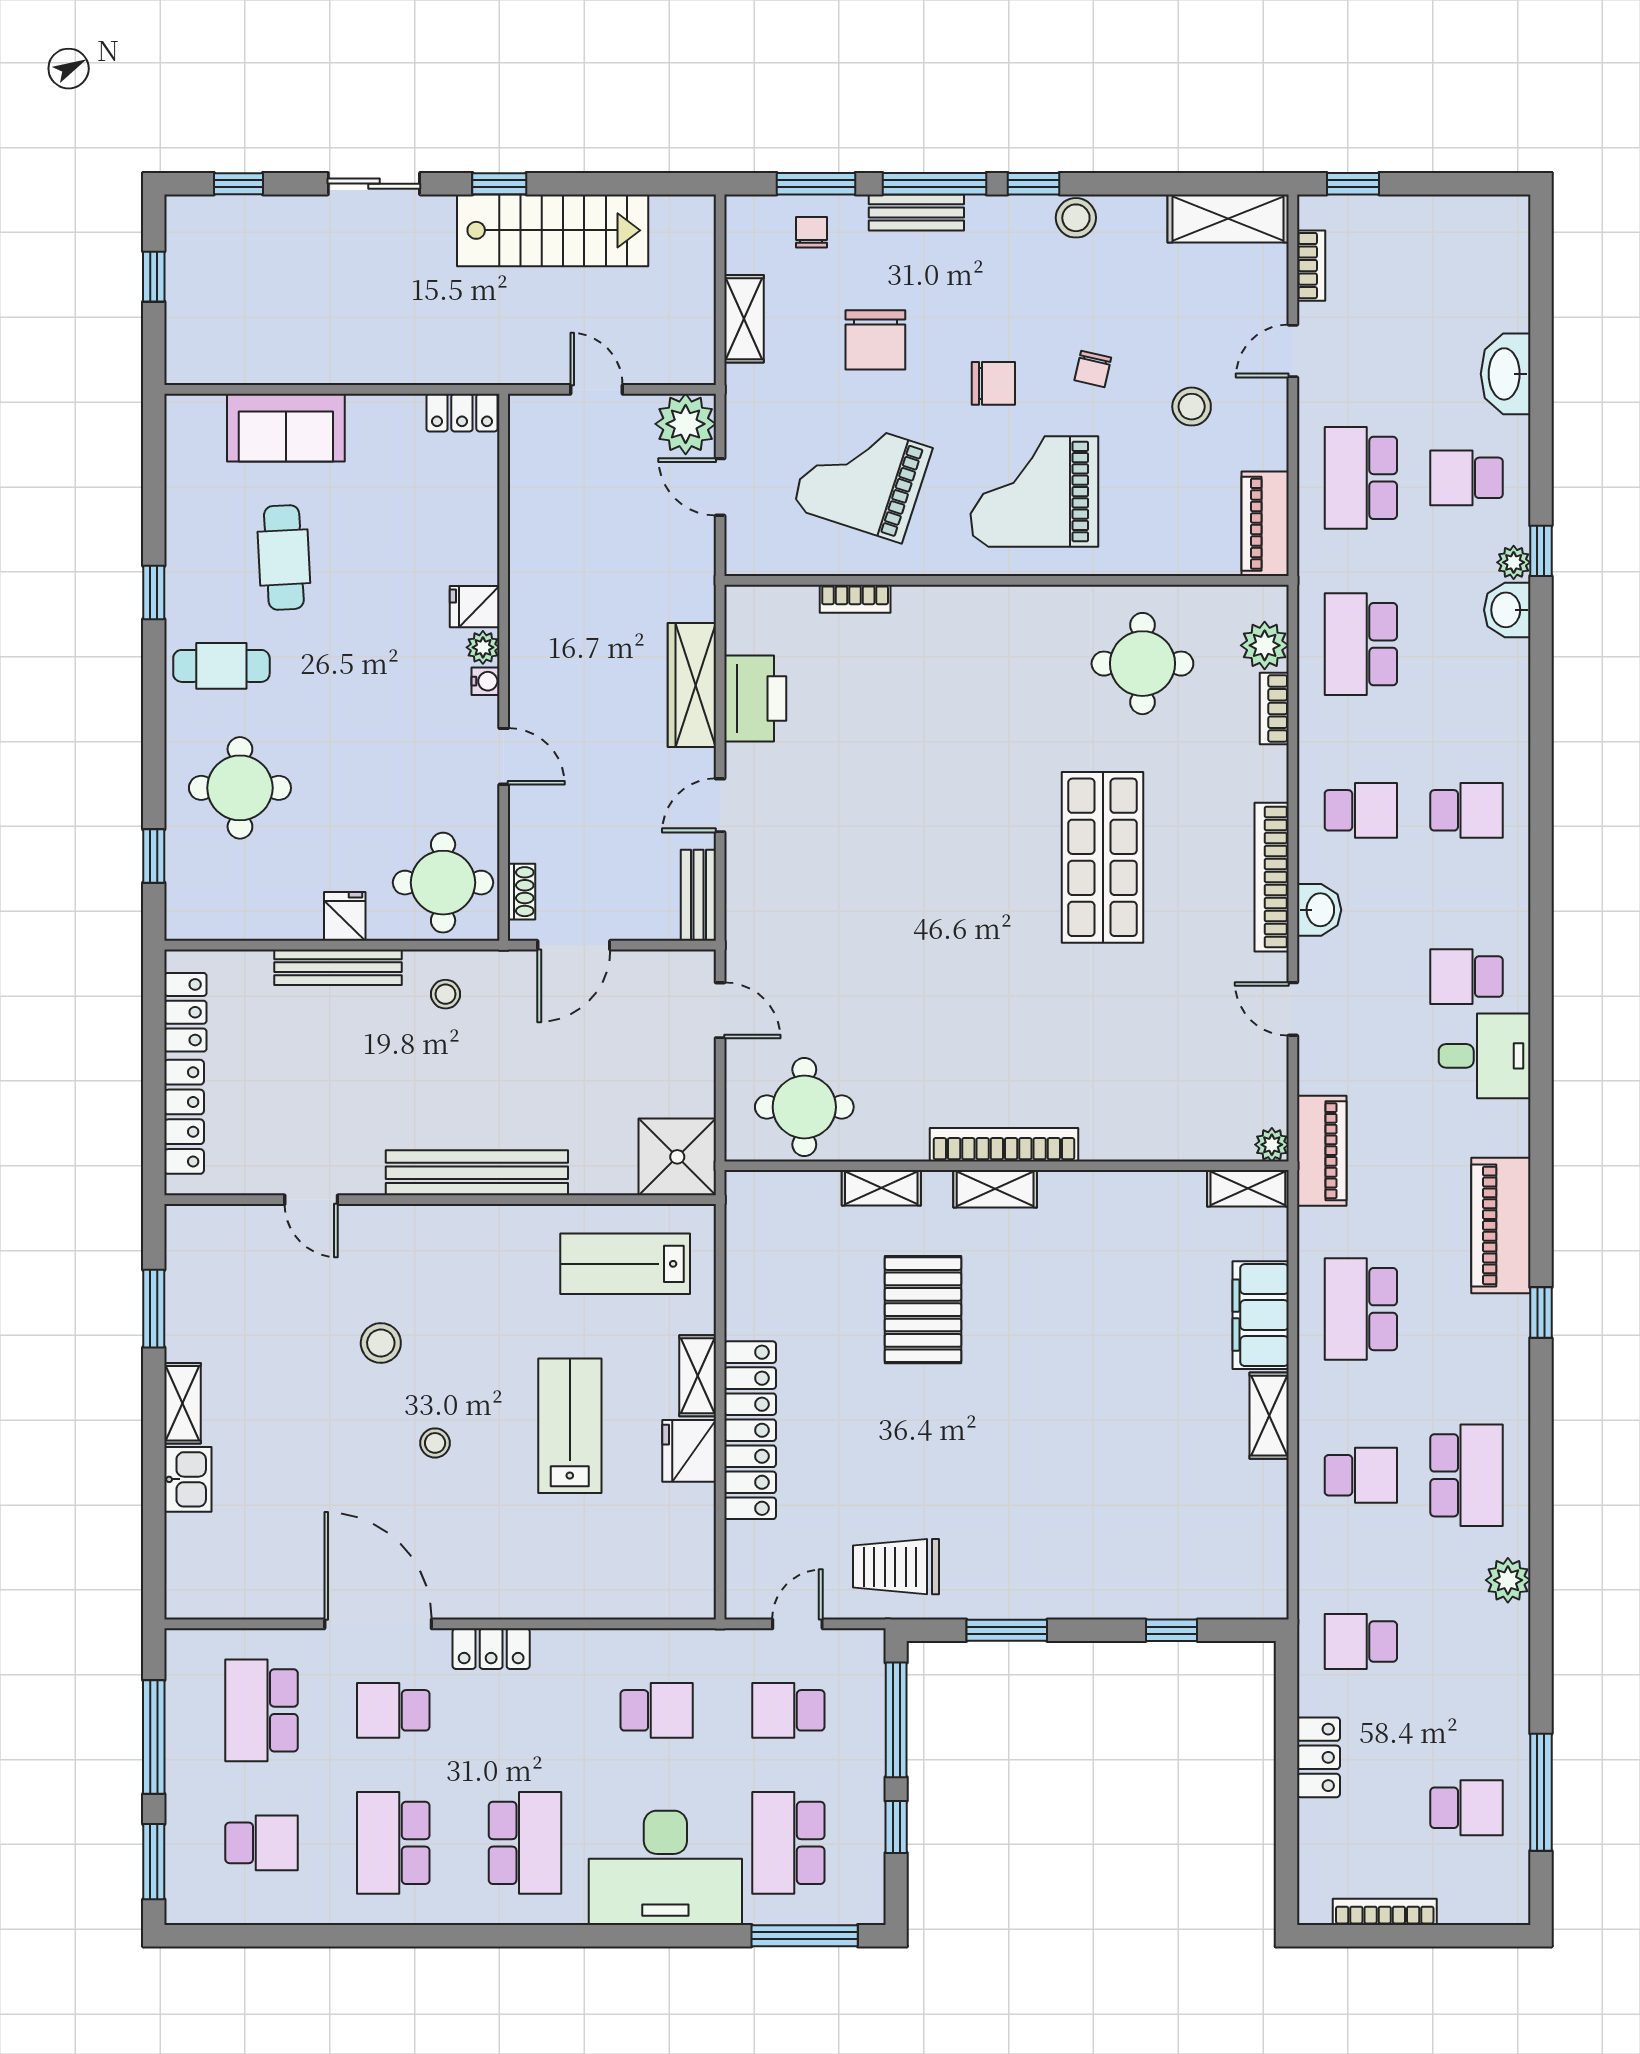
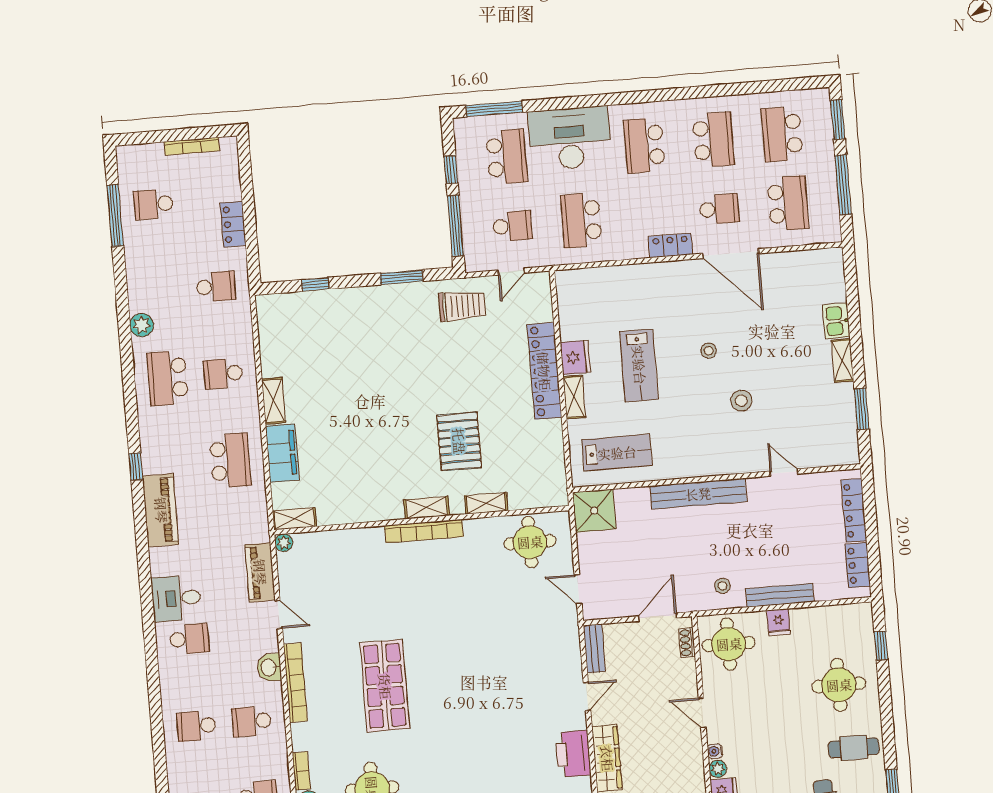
piano: (1322, 1151) -> (260, 572), moved
school desk: (657, 1710) -> (581, 220), width x1.85
school desk: (262, 1843) -> (782, 134), width x1.85

